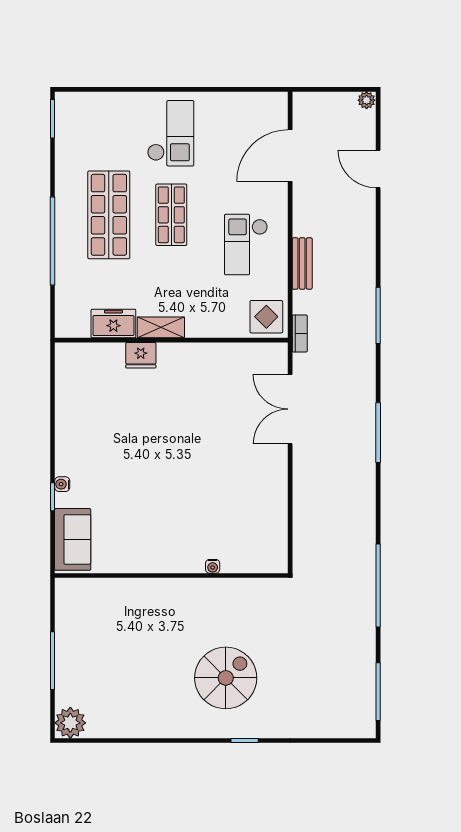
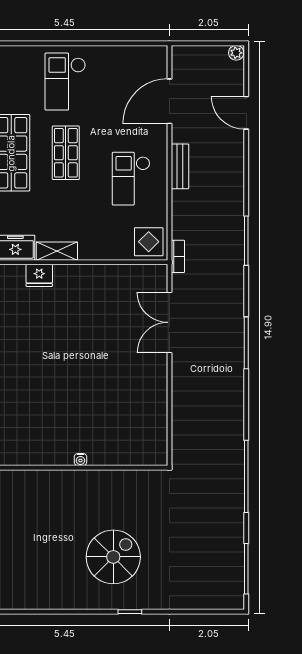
checkout: (171, 133) -> (65, 82), turned 180
bench: (302, 263) -> (180, 166), moved
water cooler: (213, 566) -> (80, 460), moved

